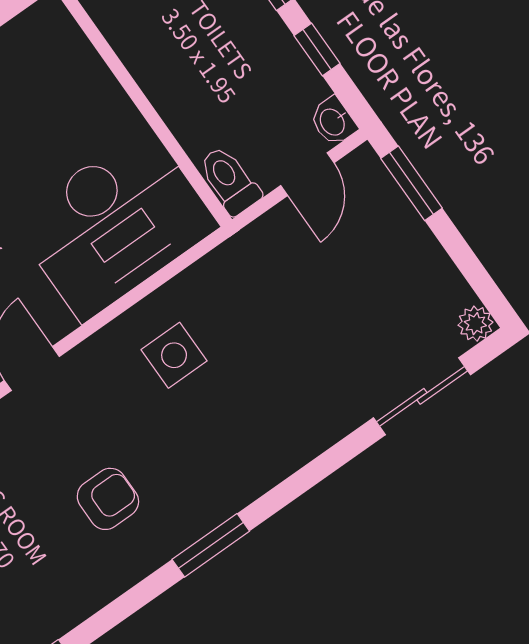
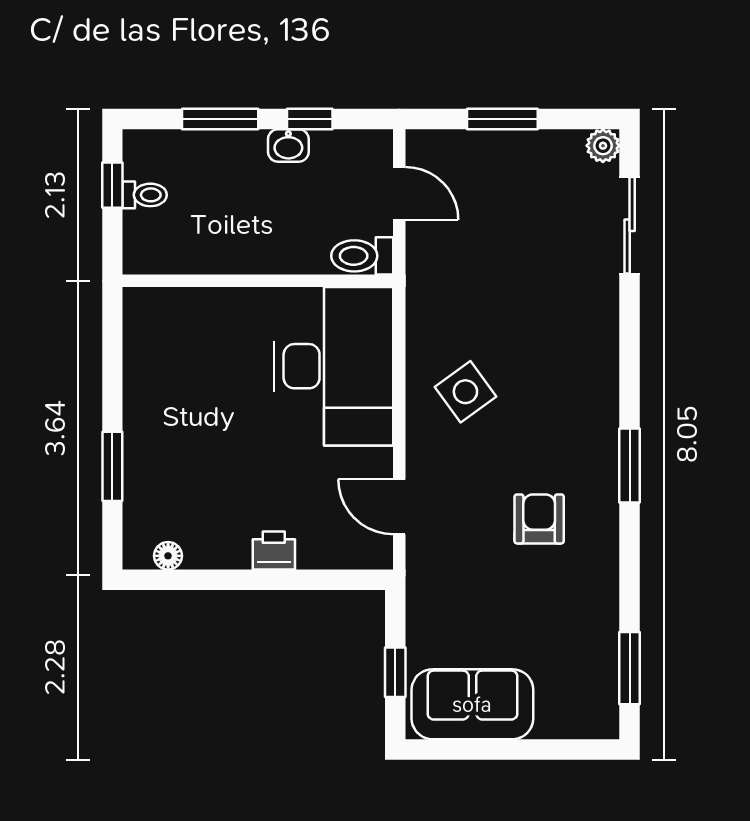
washbasin: (333, 121) -> (288, 145), moved
window: (411, 183) -> (502, 119), moved
side table: (174, 355) -> (465, 392), turned -36

